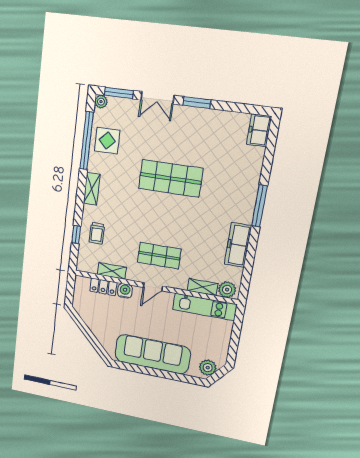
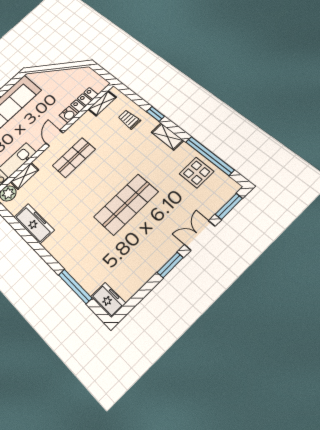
plant: (101, 102) -> (233, 187), removed
window: (259, 206) -> (75, 286), moved
window: (76, 235) -> (156, 114), moved
shelving: (112, 271) -> (102, 103), moved

